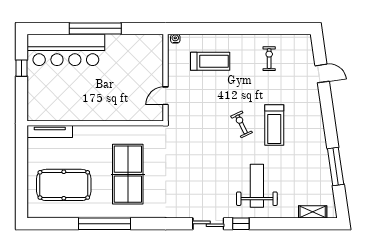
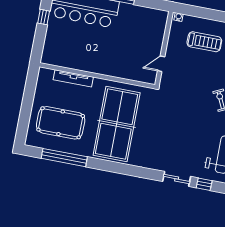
tv unit: (50, 132) -> (73, 78), moved
table tennis table: (128, 174) -> (117, 124), width x1.36, depth x1.32
window: (104, 224) -> (64, 158), moved

